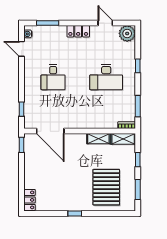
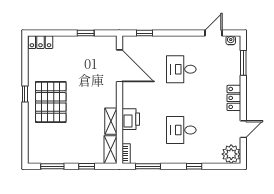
desk: (106, 77) -> (181, 130), width x0.73
printer: (97, 121) -> (131, 119), added
door: (50, 131) -> (119, 66), swing flipped
window: (22, 145) -> (86, 33), moved
pallet: (106, 187) -> (51, 102), moved, turned 90

